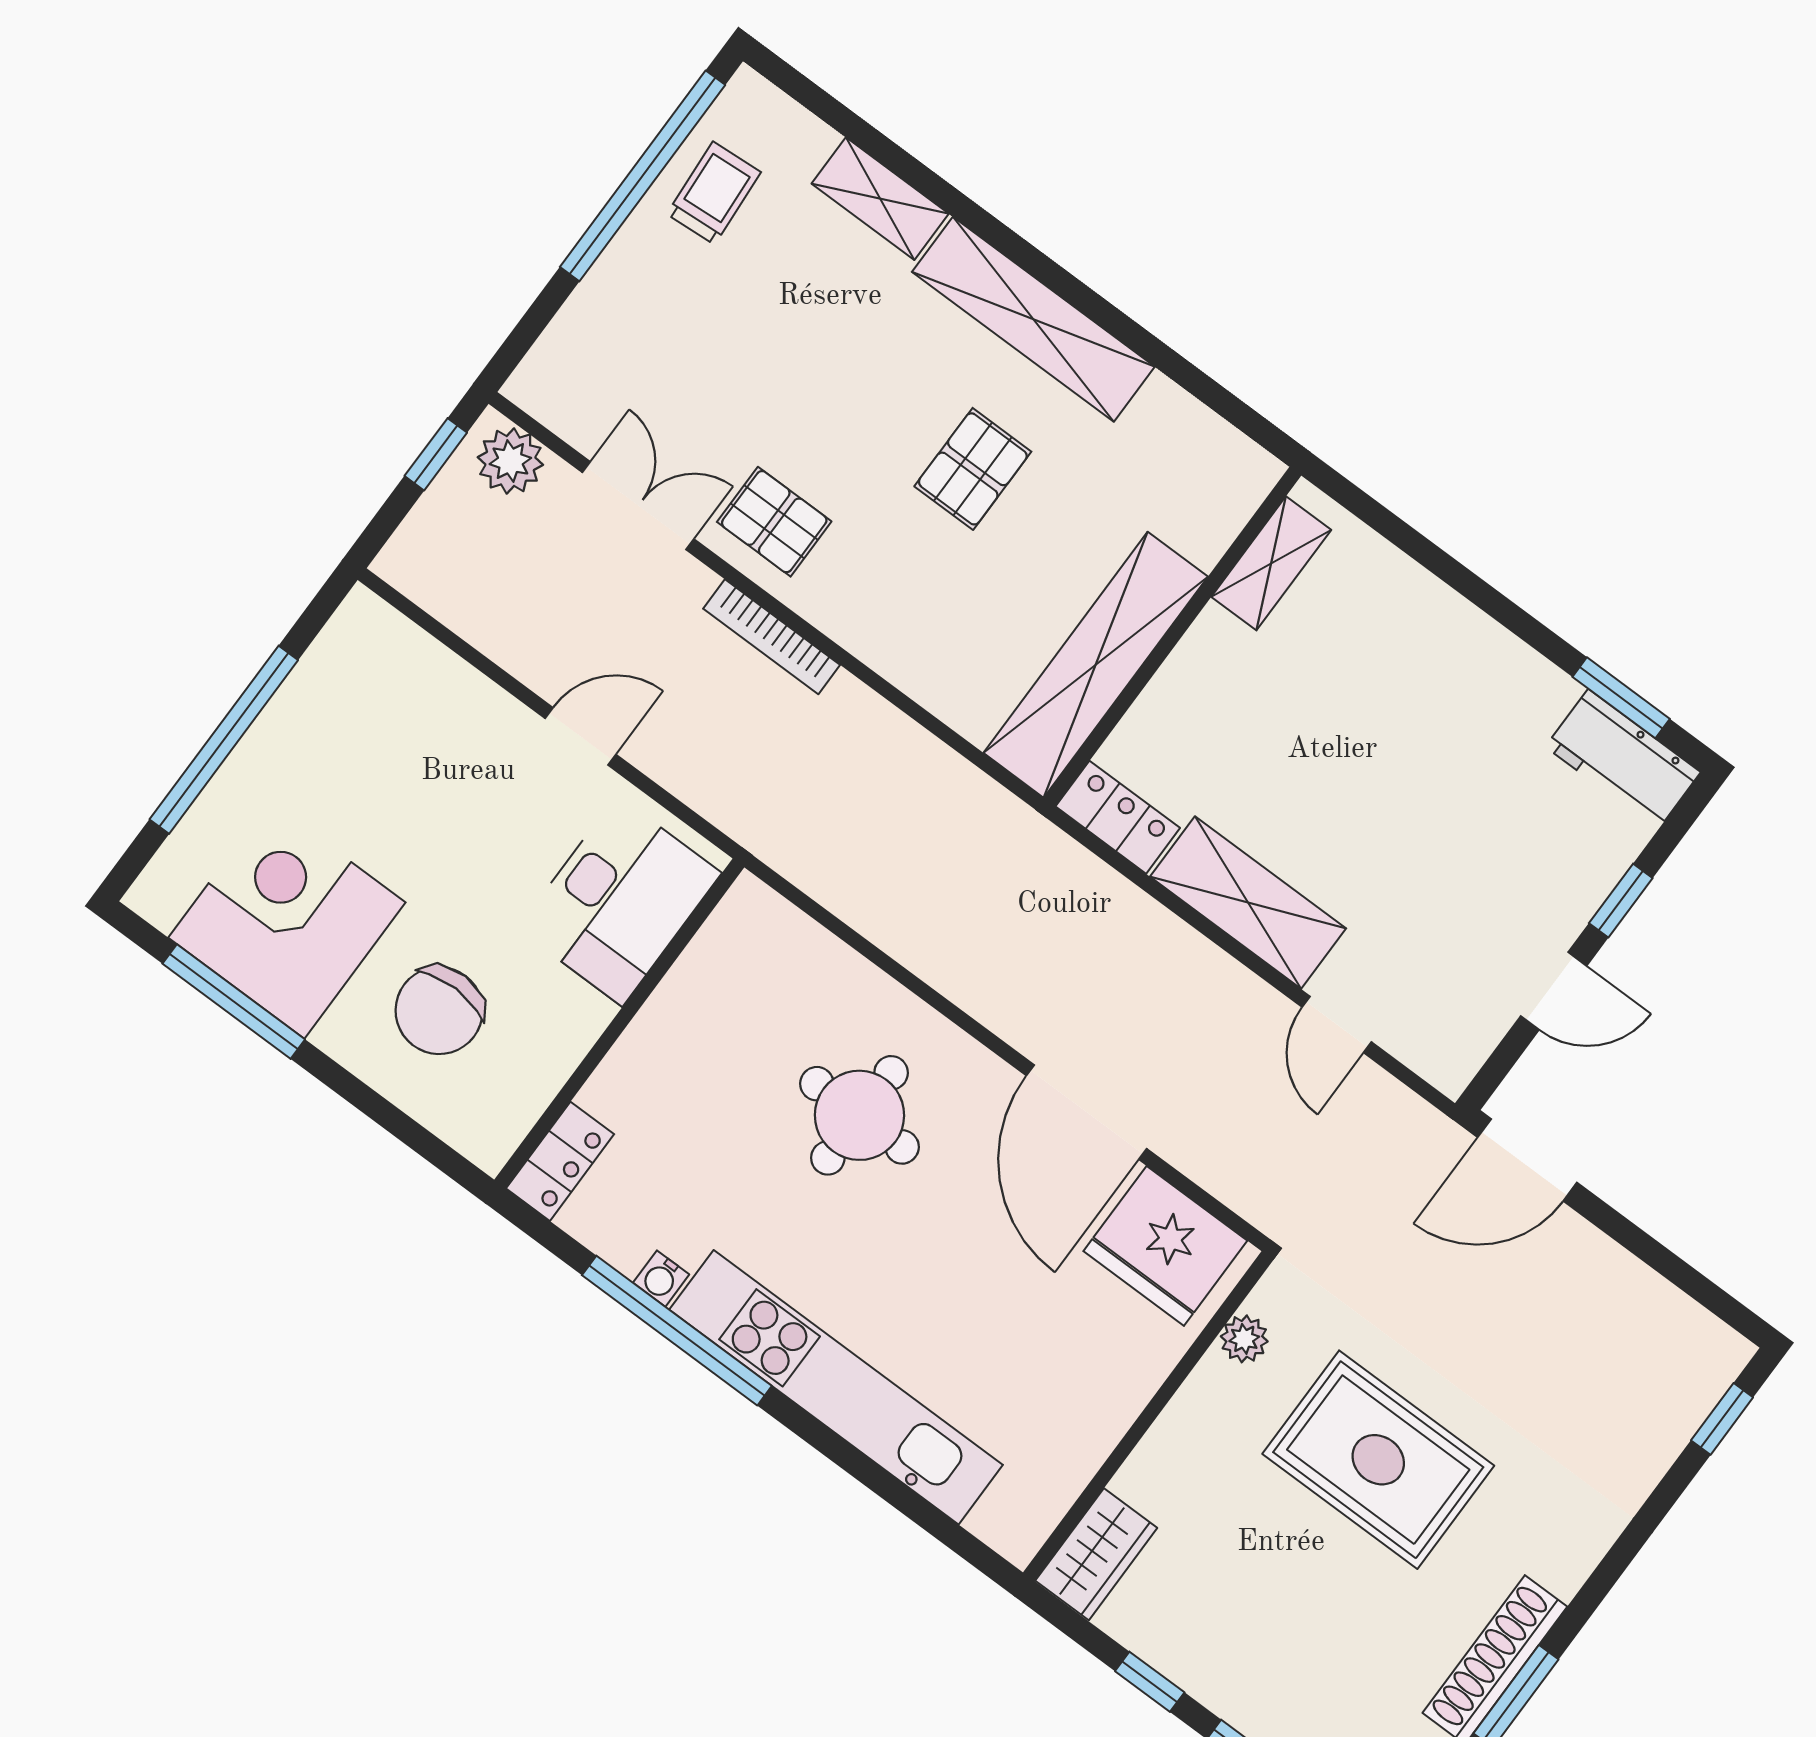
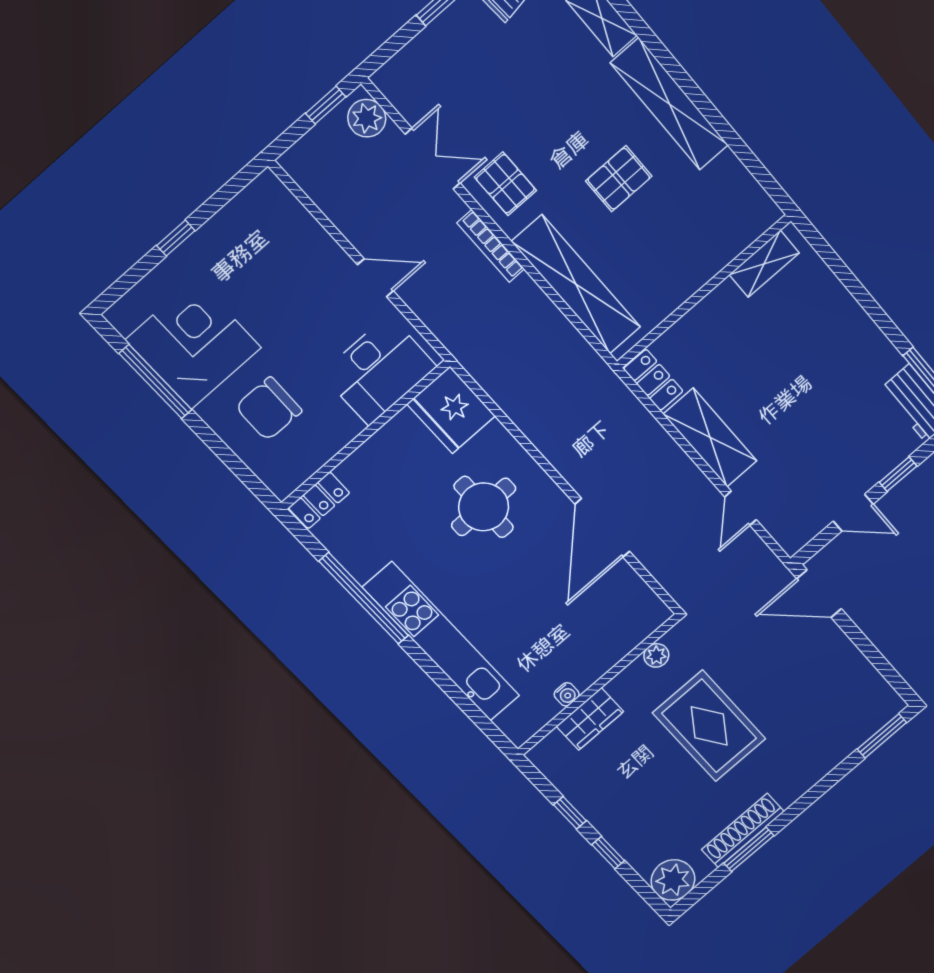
shelving: (1096, 665) -> (576, 284), moved, turned 90
window: (224, 740) -> (176, 238), width x0.32
fridge: (1165, 1246) -> (451, 410), moved
water cooler: (661, 1279) -> (567, 694), moved, turned -90
window: (1722, 1419) -> (882, 736), width x1.50
wardrobe: (1096, 1554) -> (590, 719), moved

